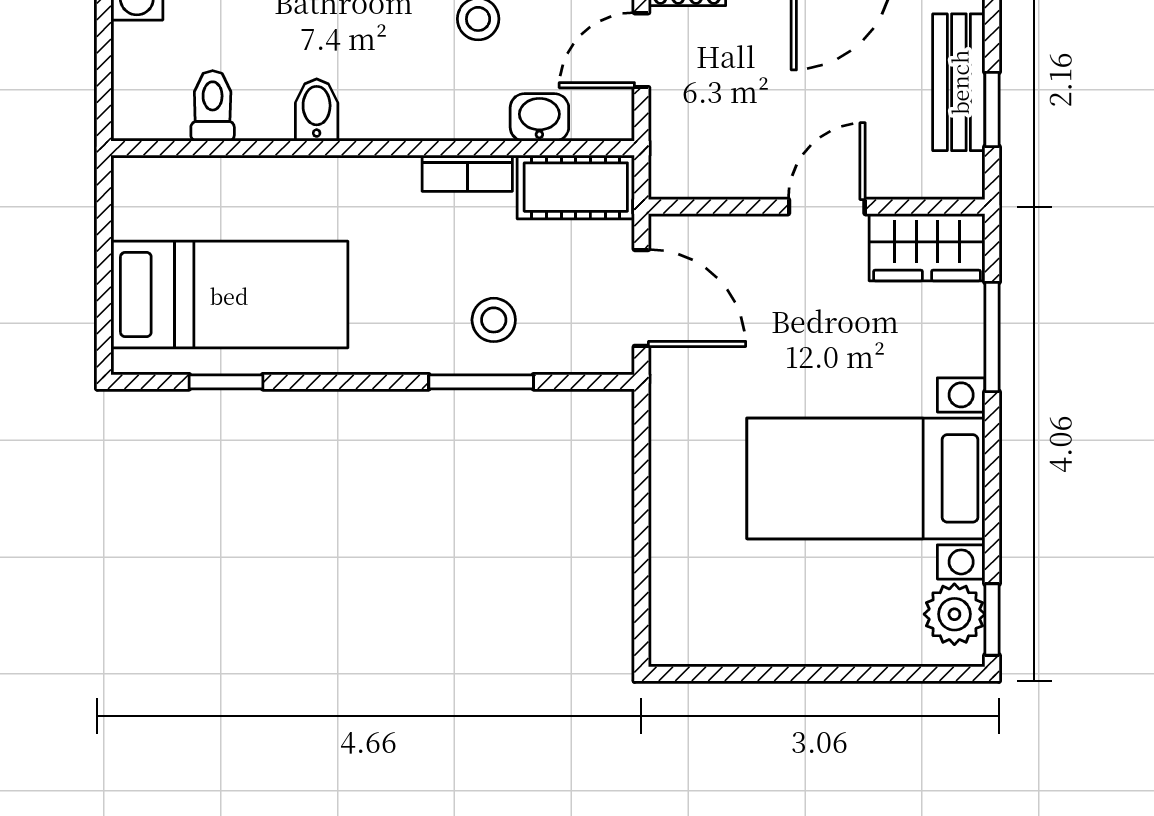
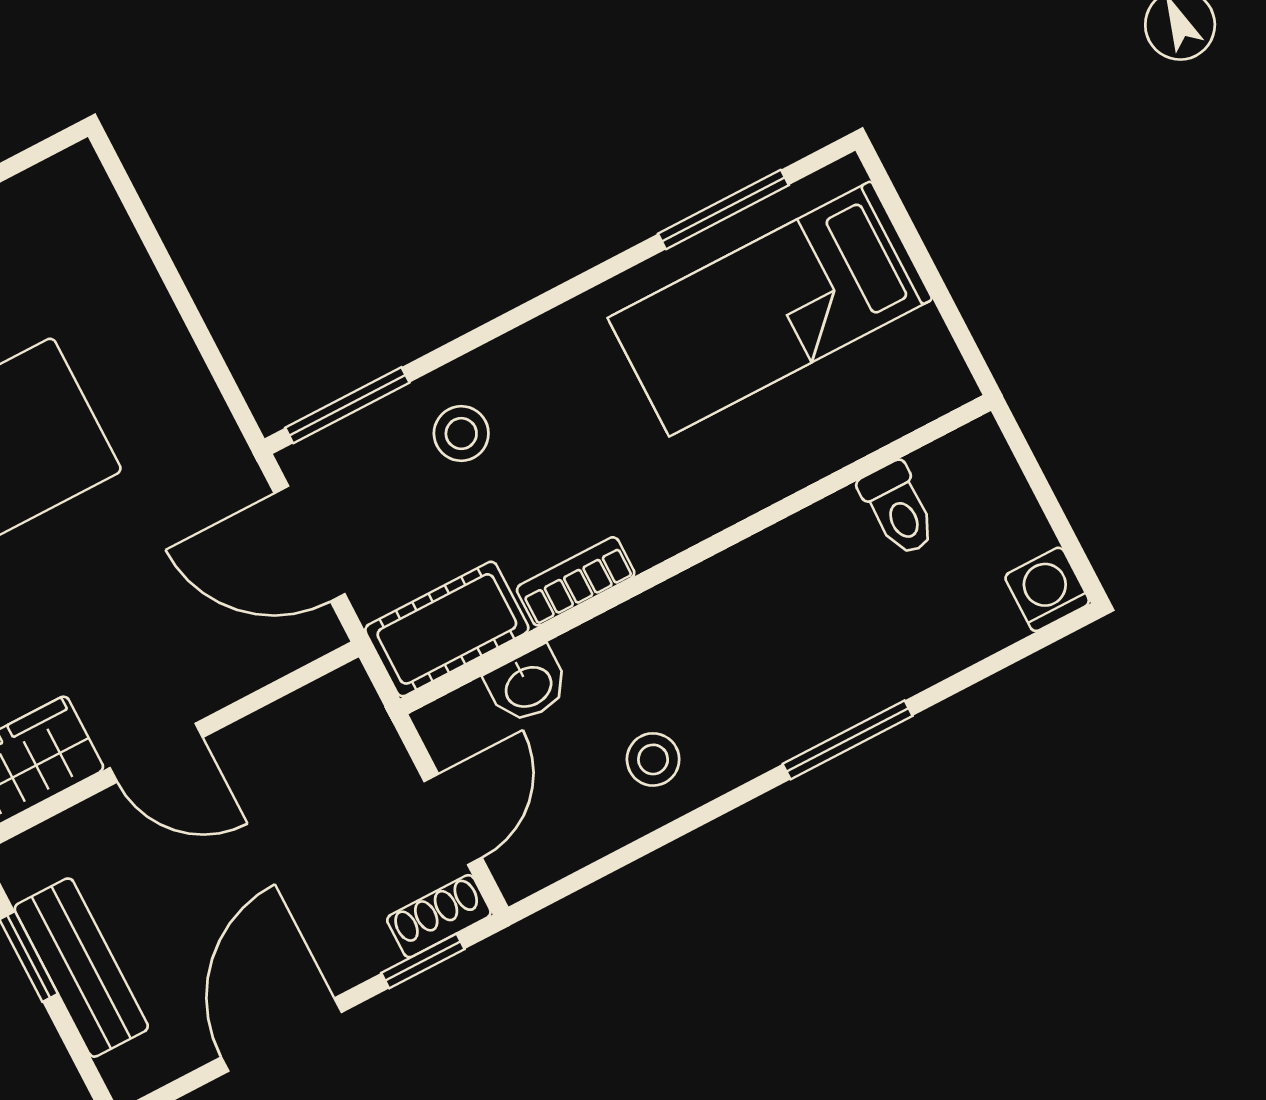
bidet: (317, 110) -> (780, 565), removed
door: (827, 207) -> (156, 753), hinge flipped
window: (226, 382) -> (723, 209), width x1.50
window: (481, 382) -> (347, 405), moved

